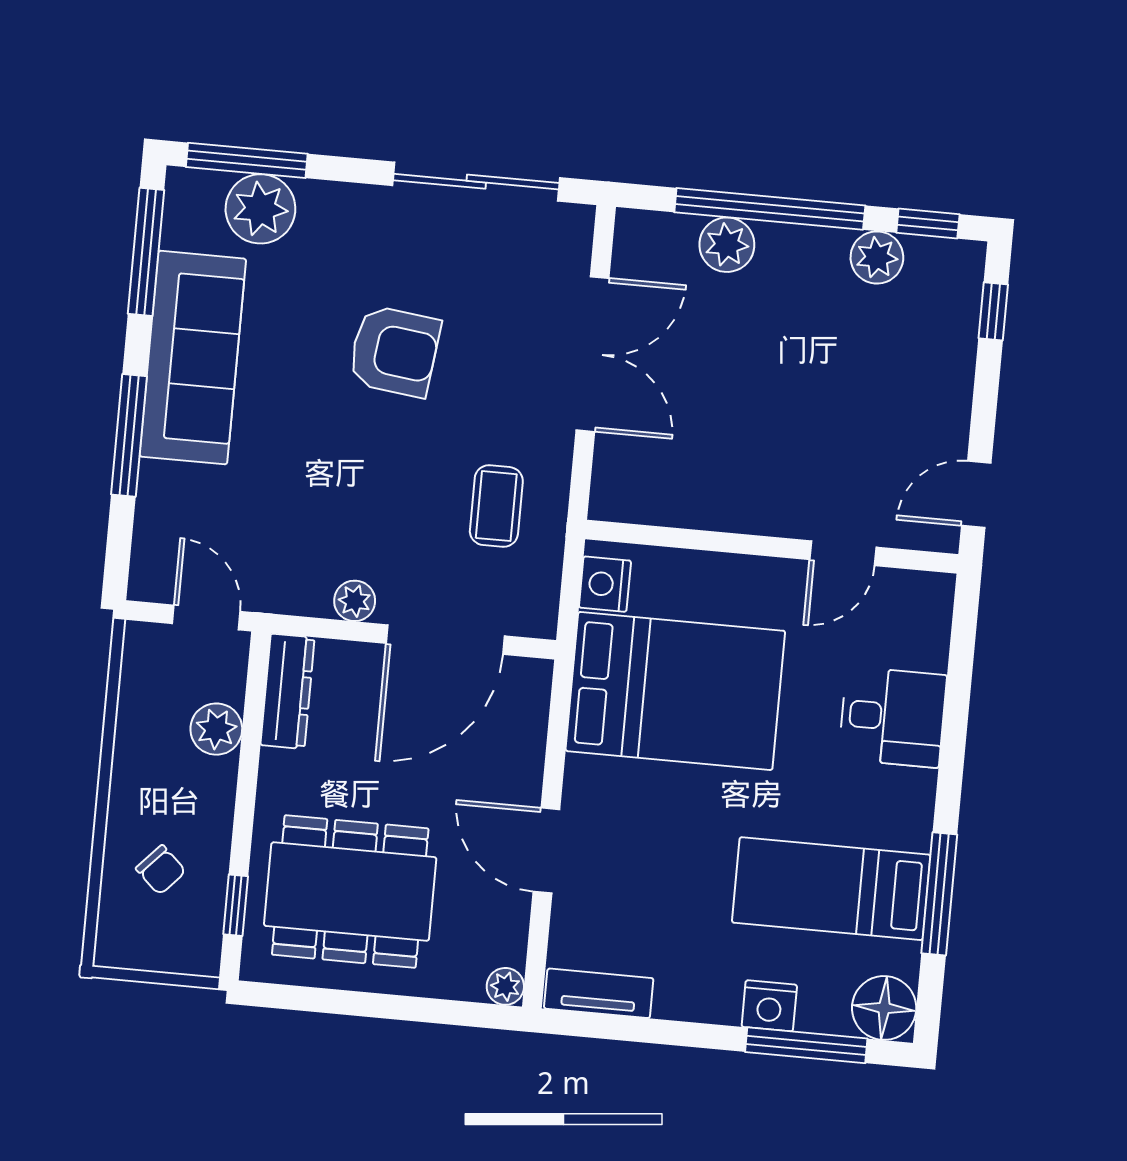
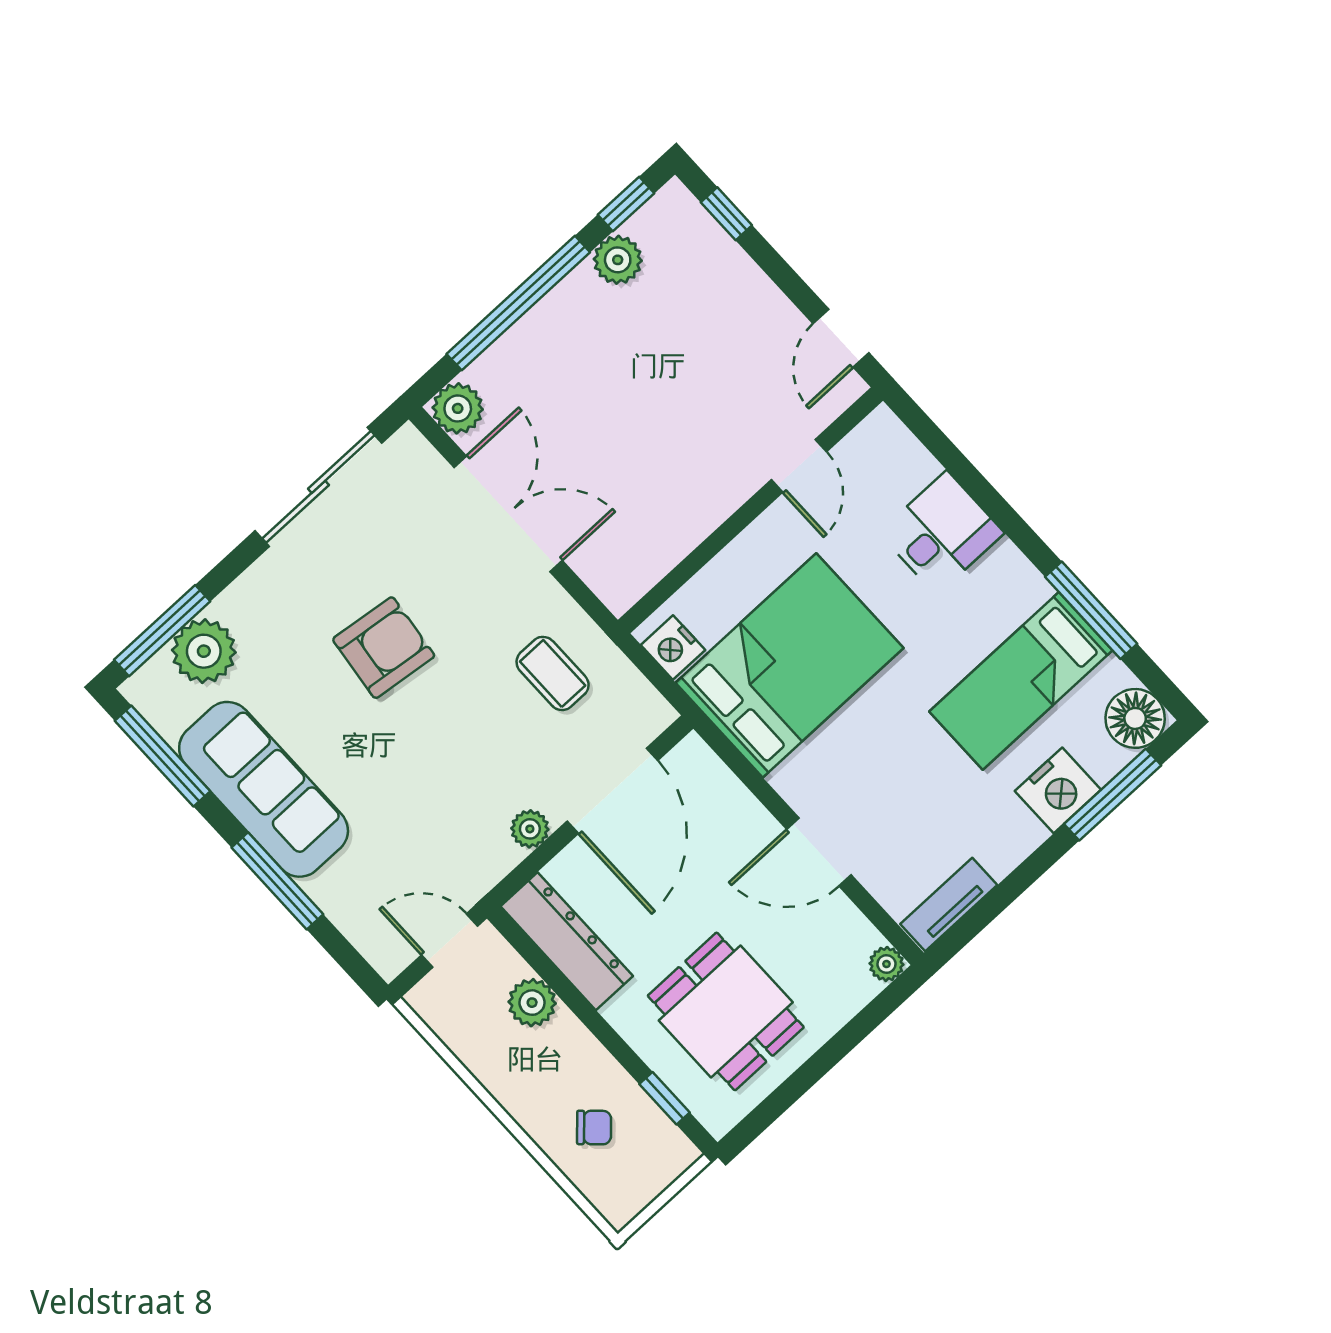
plant: (727, 245) -> (458, 408), moved
dresser: (288, 691) -> (567, 941), width x1.37, depth x1.24
dining table: (350, 892) -> (726, 1011), width x0.73
nightstand: (769, 1006) -> (1058, 790), width x1.36, depth x1.33

